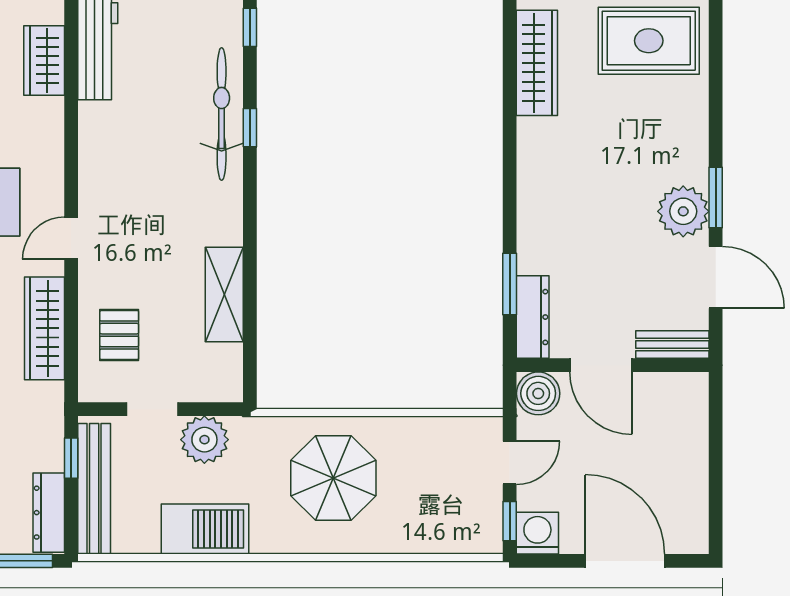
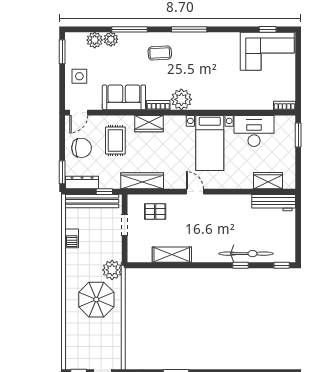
wardrobe: (44, 328) -> (142, 181), moved
plant: (204, 440) -> (112, 270), moved
barbecue: (205, 529) -> (72, 238), width x0.53, depth x0.65

